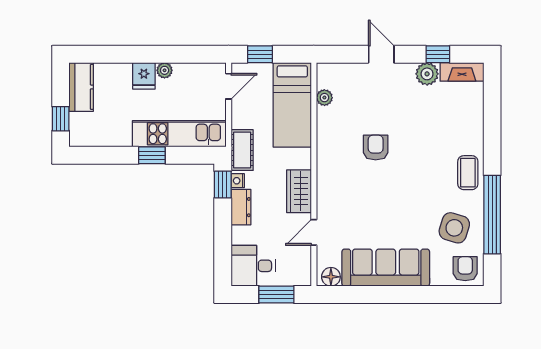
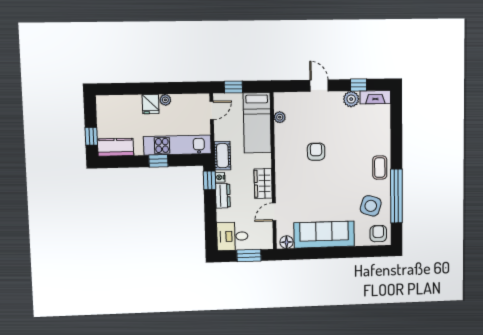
kitchen counter: (81, 87) -> (116, 147), moved, turned -90

